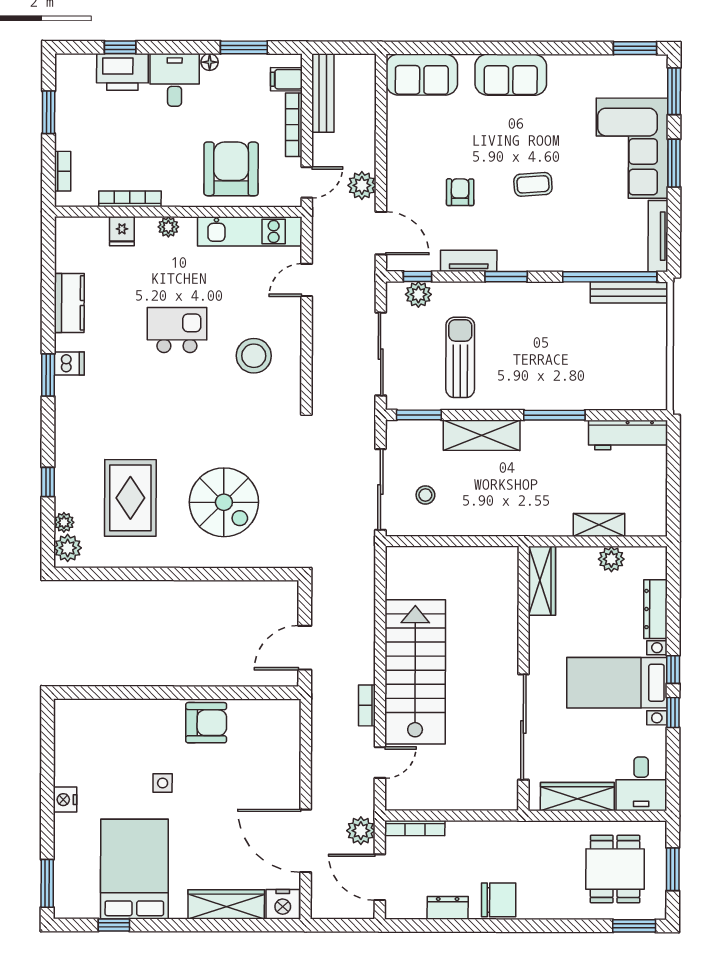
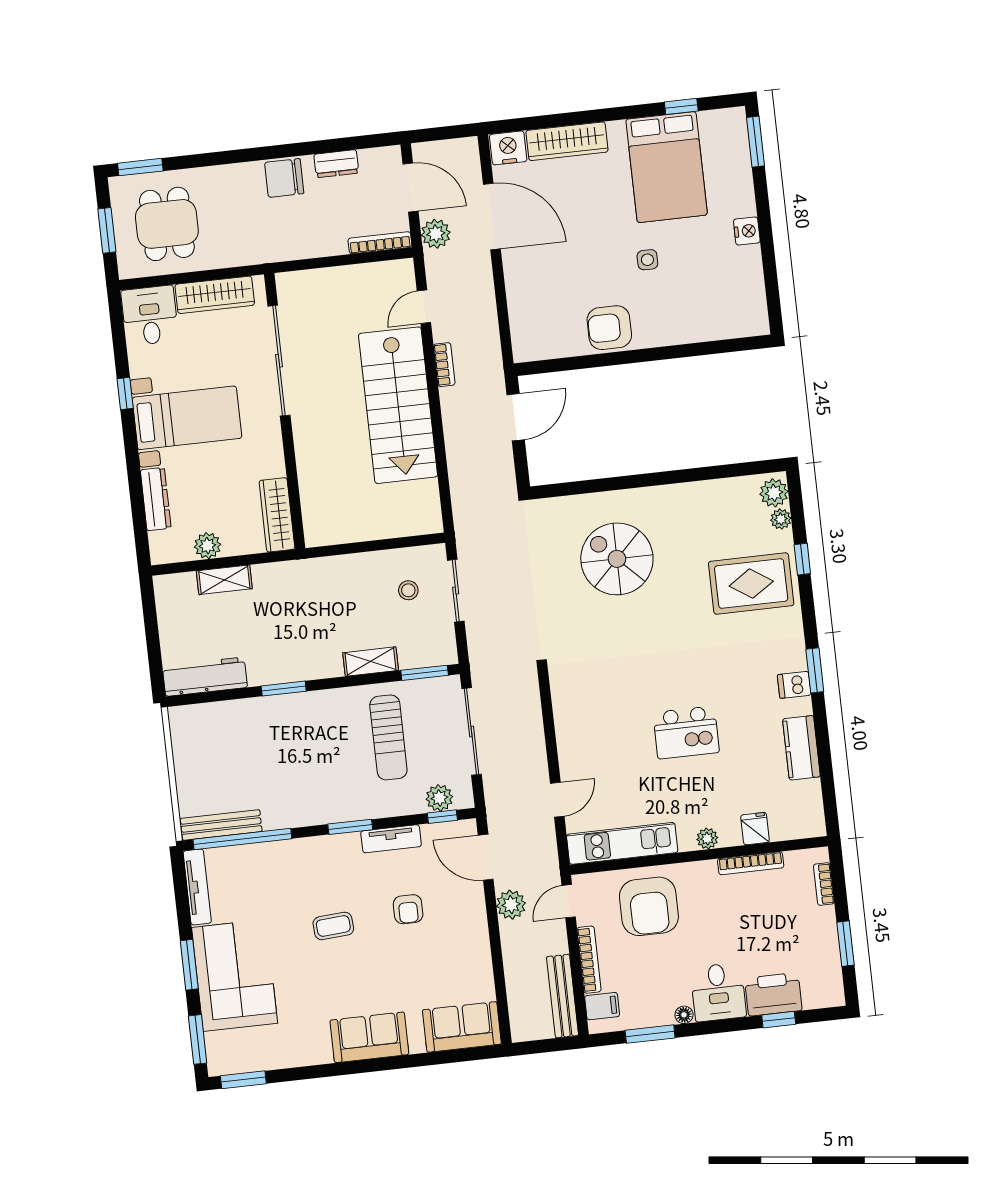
stool: (254, 356) -> (603, 715), removed
window: (554, 415) -> (284, 689), width x0.69
shelving: (482, 435) -> (371, 662), width x0.67, depth x0.75
sliding door: (380, 490) -> (456, 591), width x0.73
rug: (130, 498) -> (751, 584), moved, turned 90
window: (673, 669) -> (130, 438), removed

